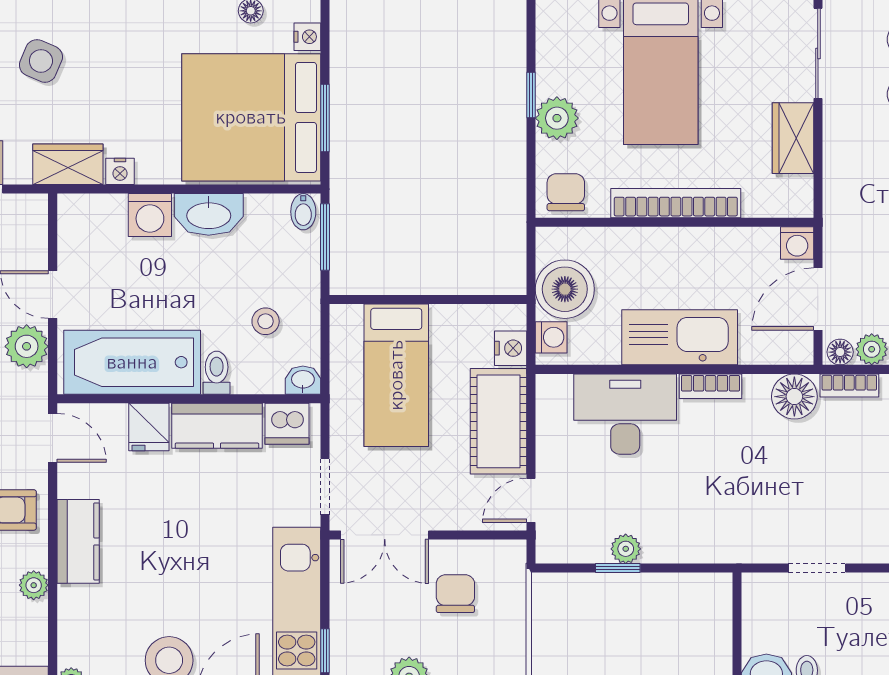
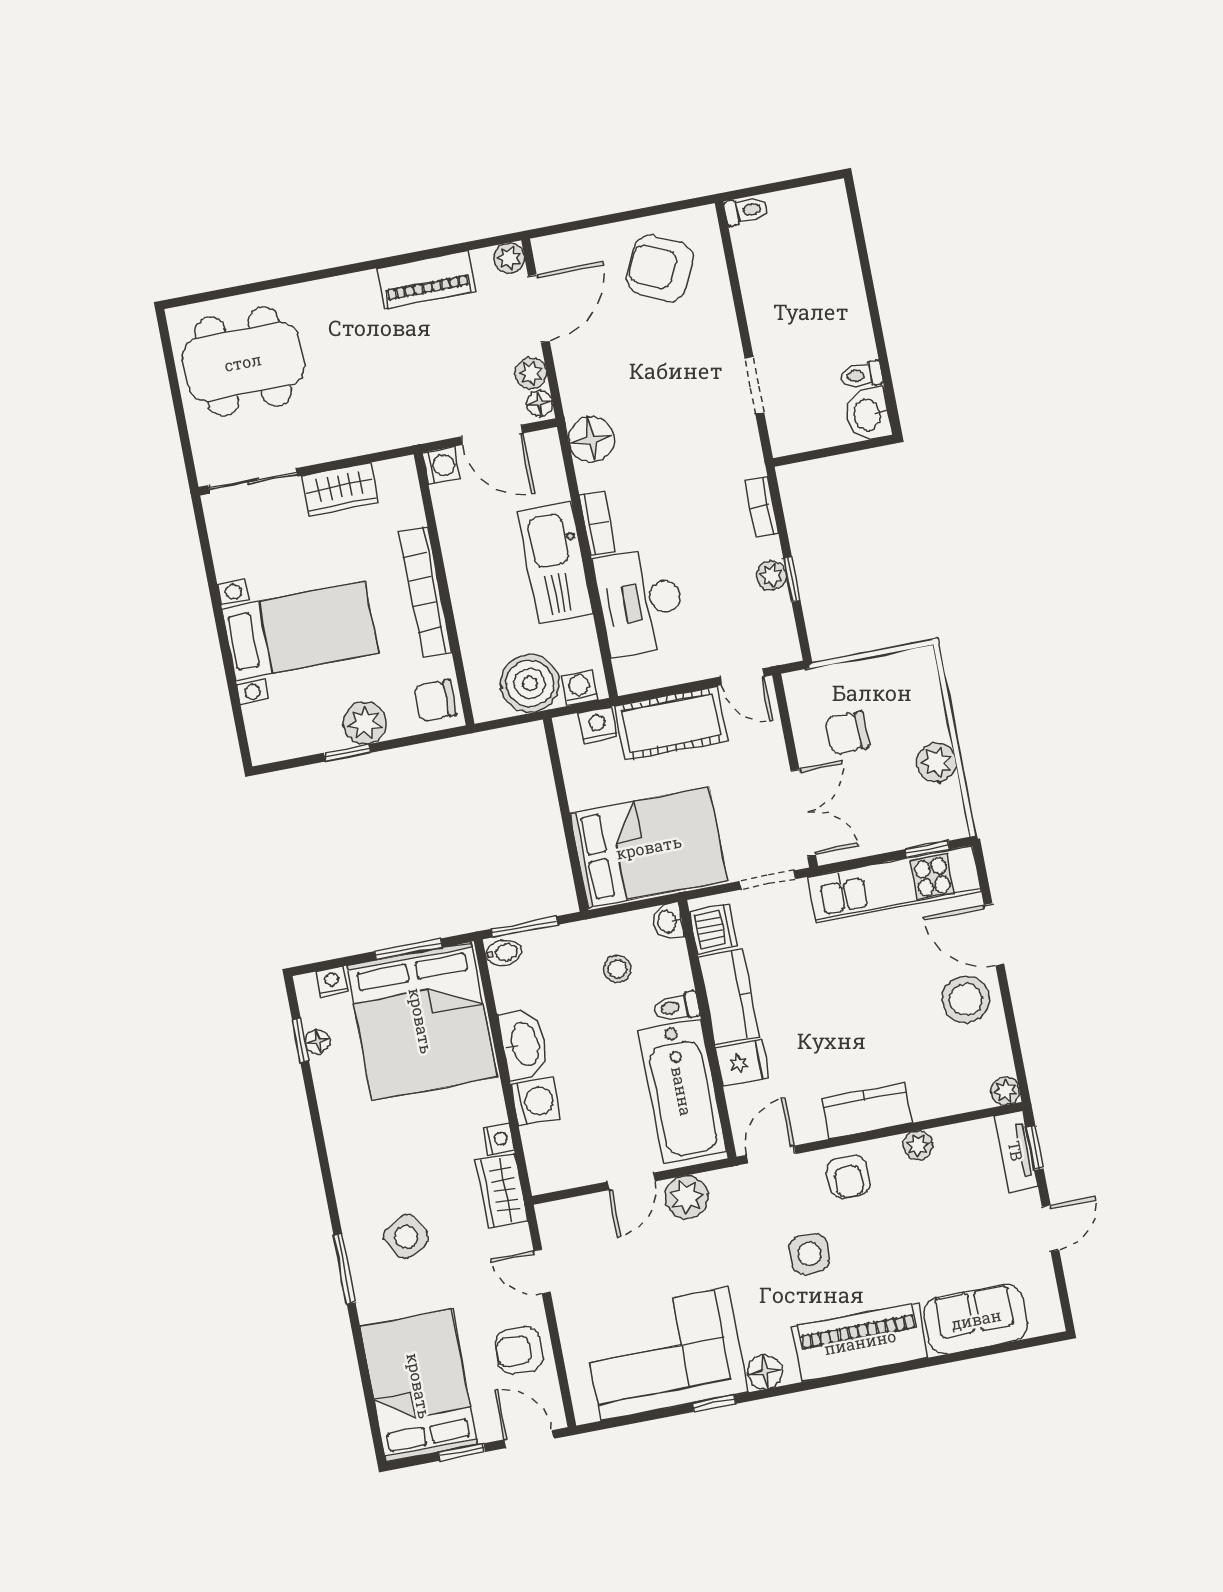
side table: (41, 61) -> (406, 1237), turned 38
bed: (396, 375) -> (649, 847), width x1.50
bookcase: (849, 385) -> (761, 507), moved, turned 180

